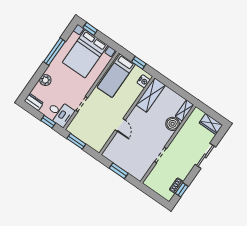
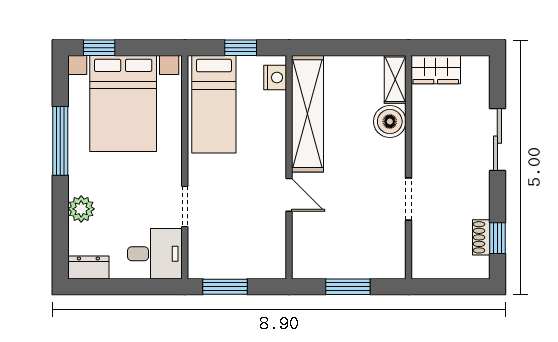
shelving: (151, 95) -> (307, 114), width x1.47
window: (48, 122) -> (143, 287), removed
wardrobe: (211, 124) -> (436, 70), moved

